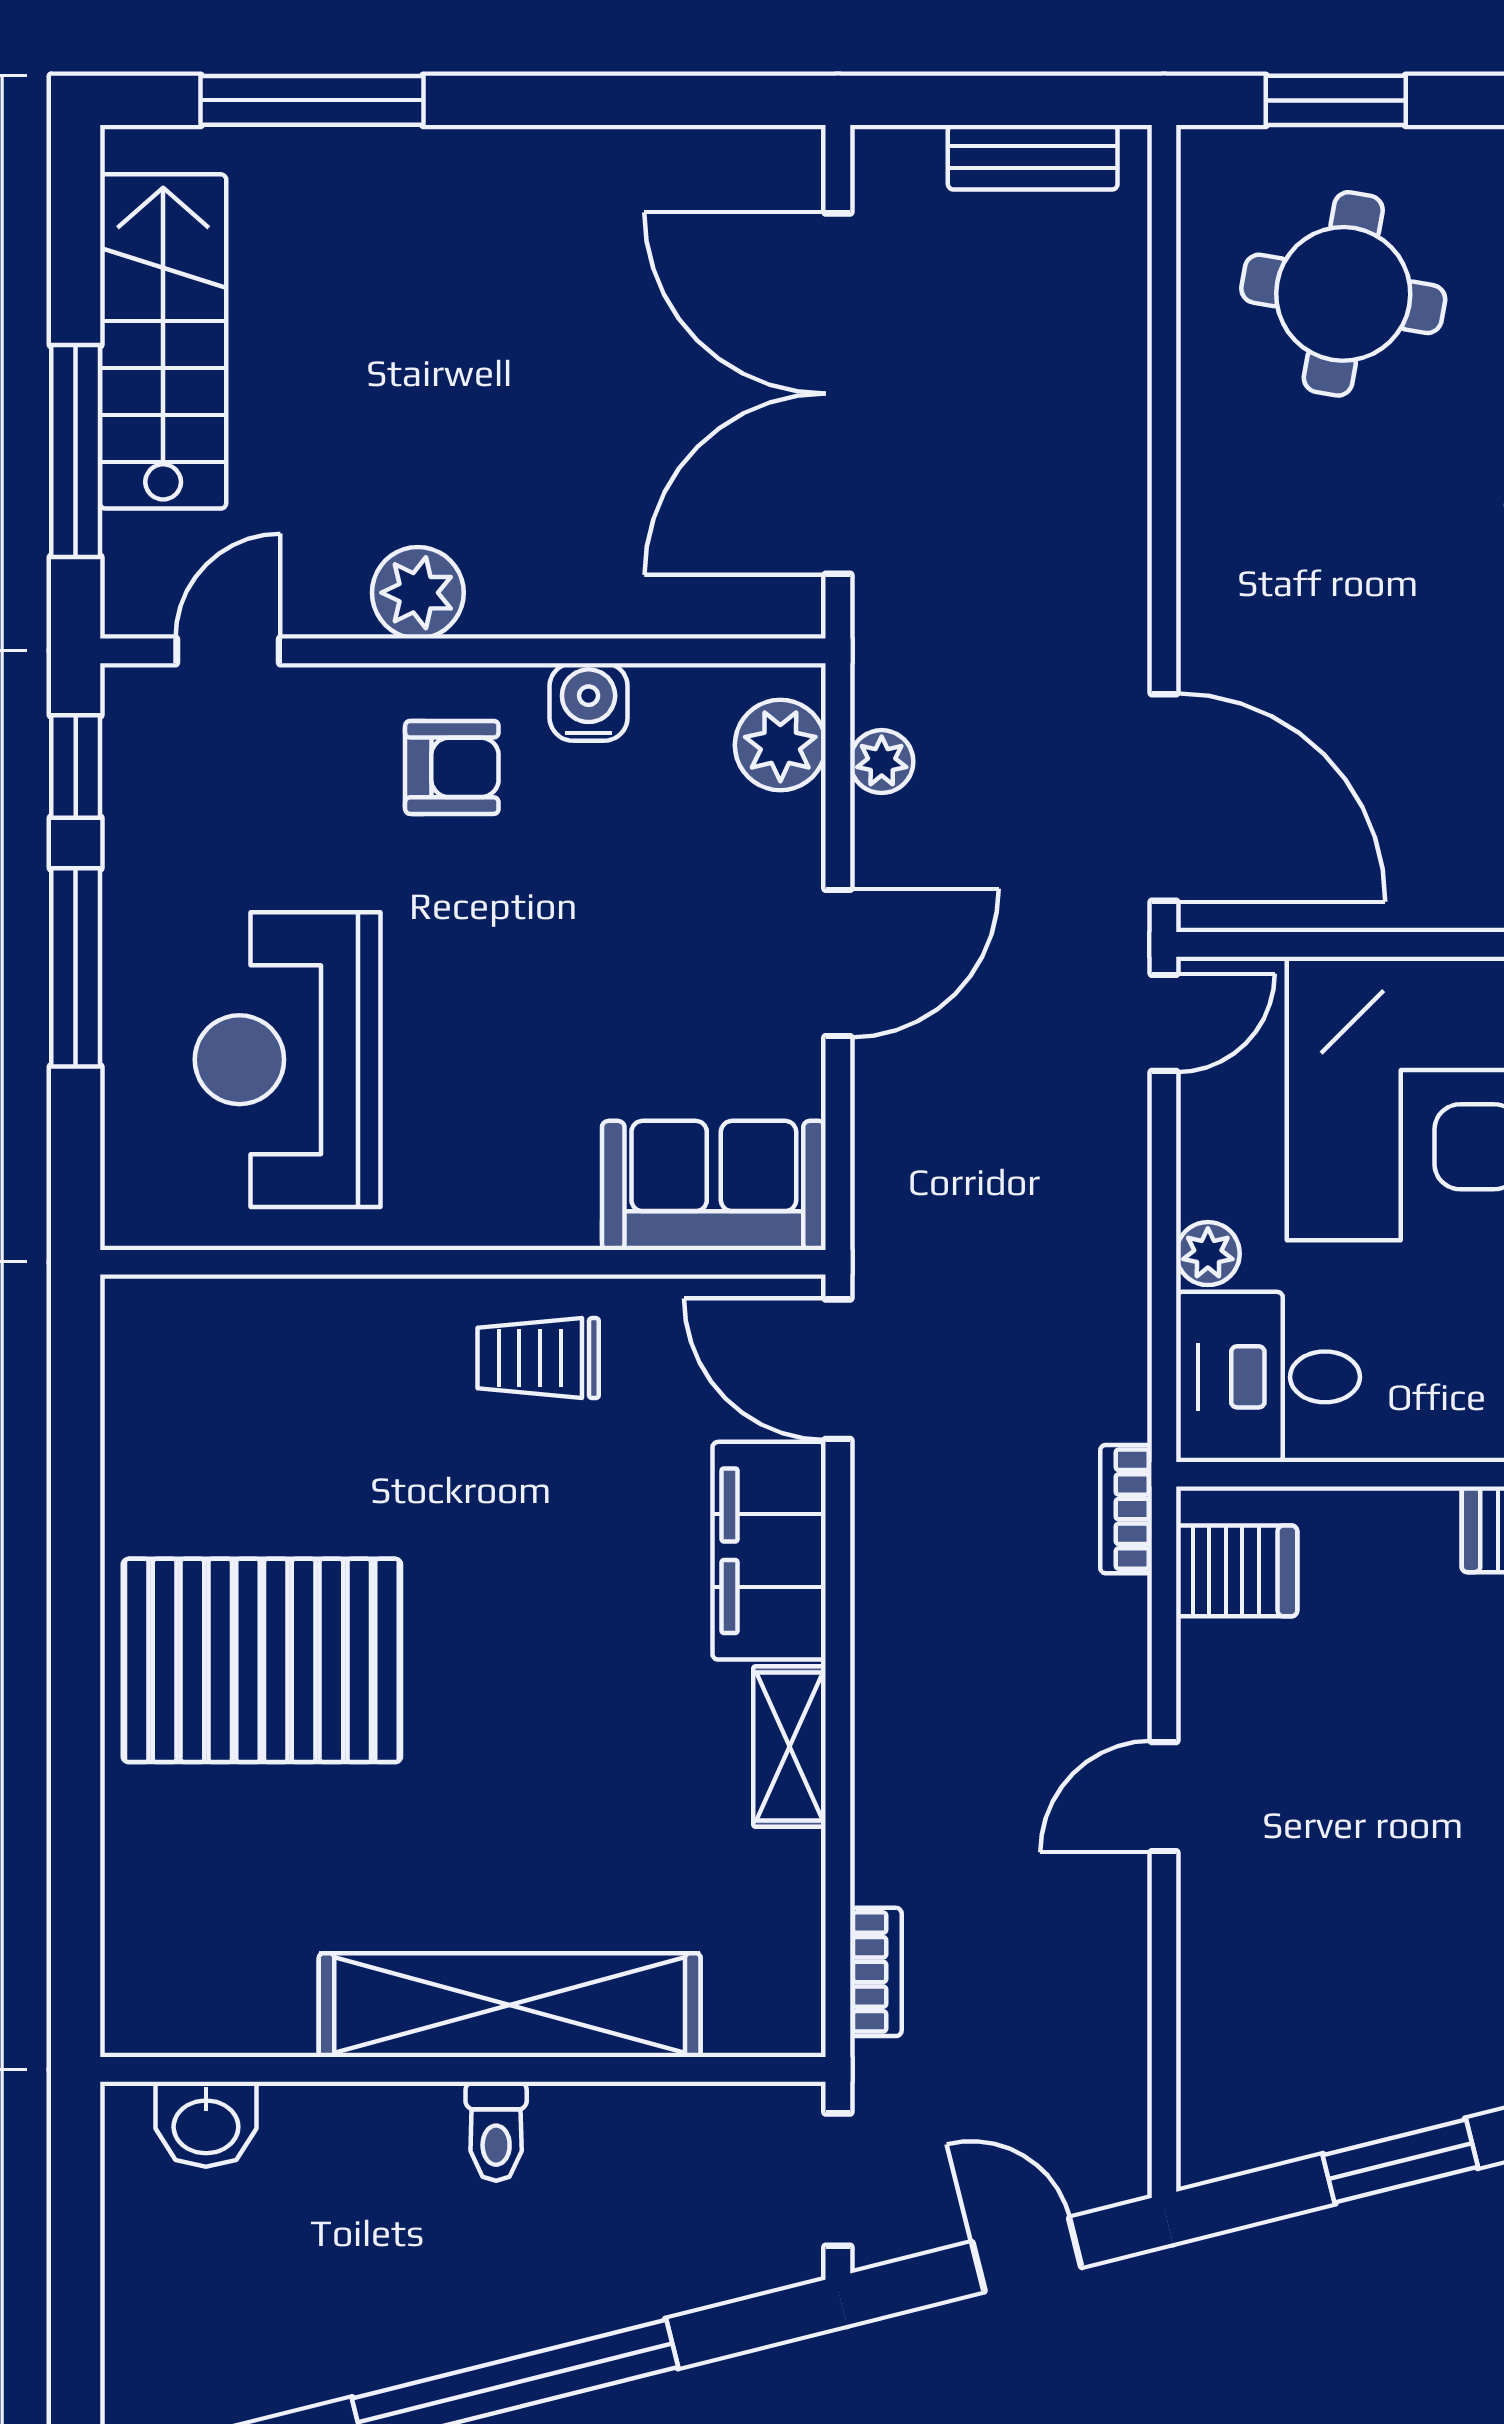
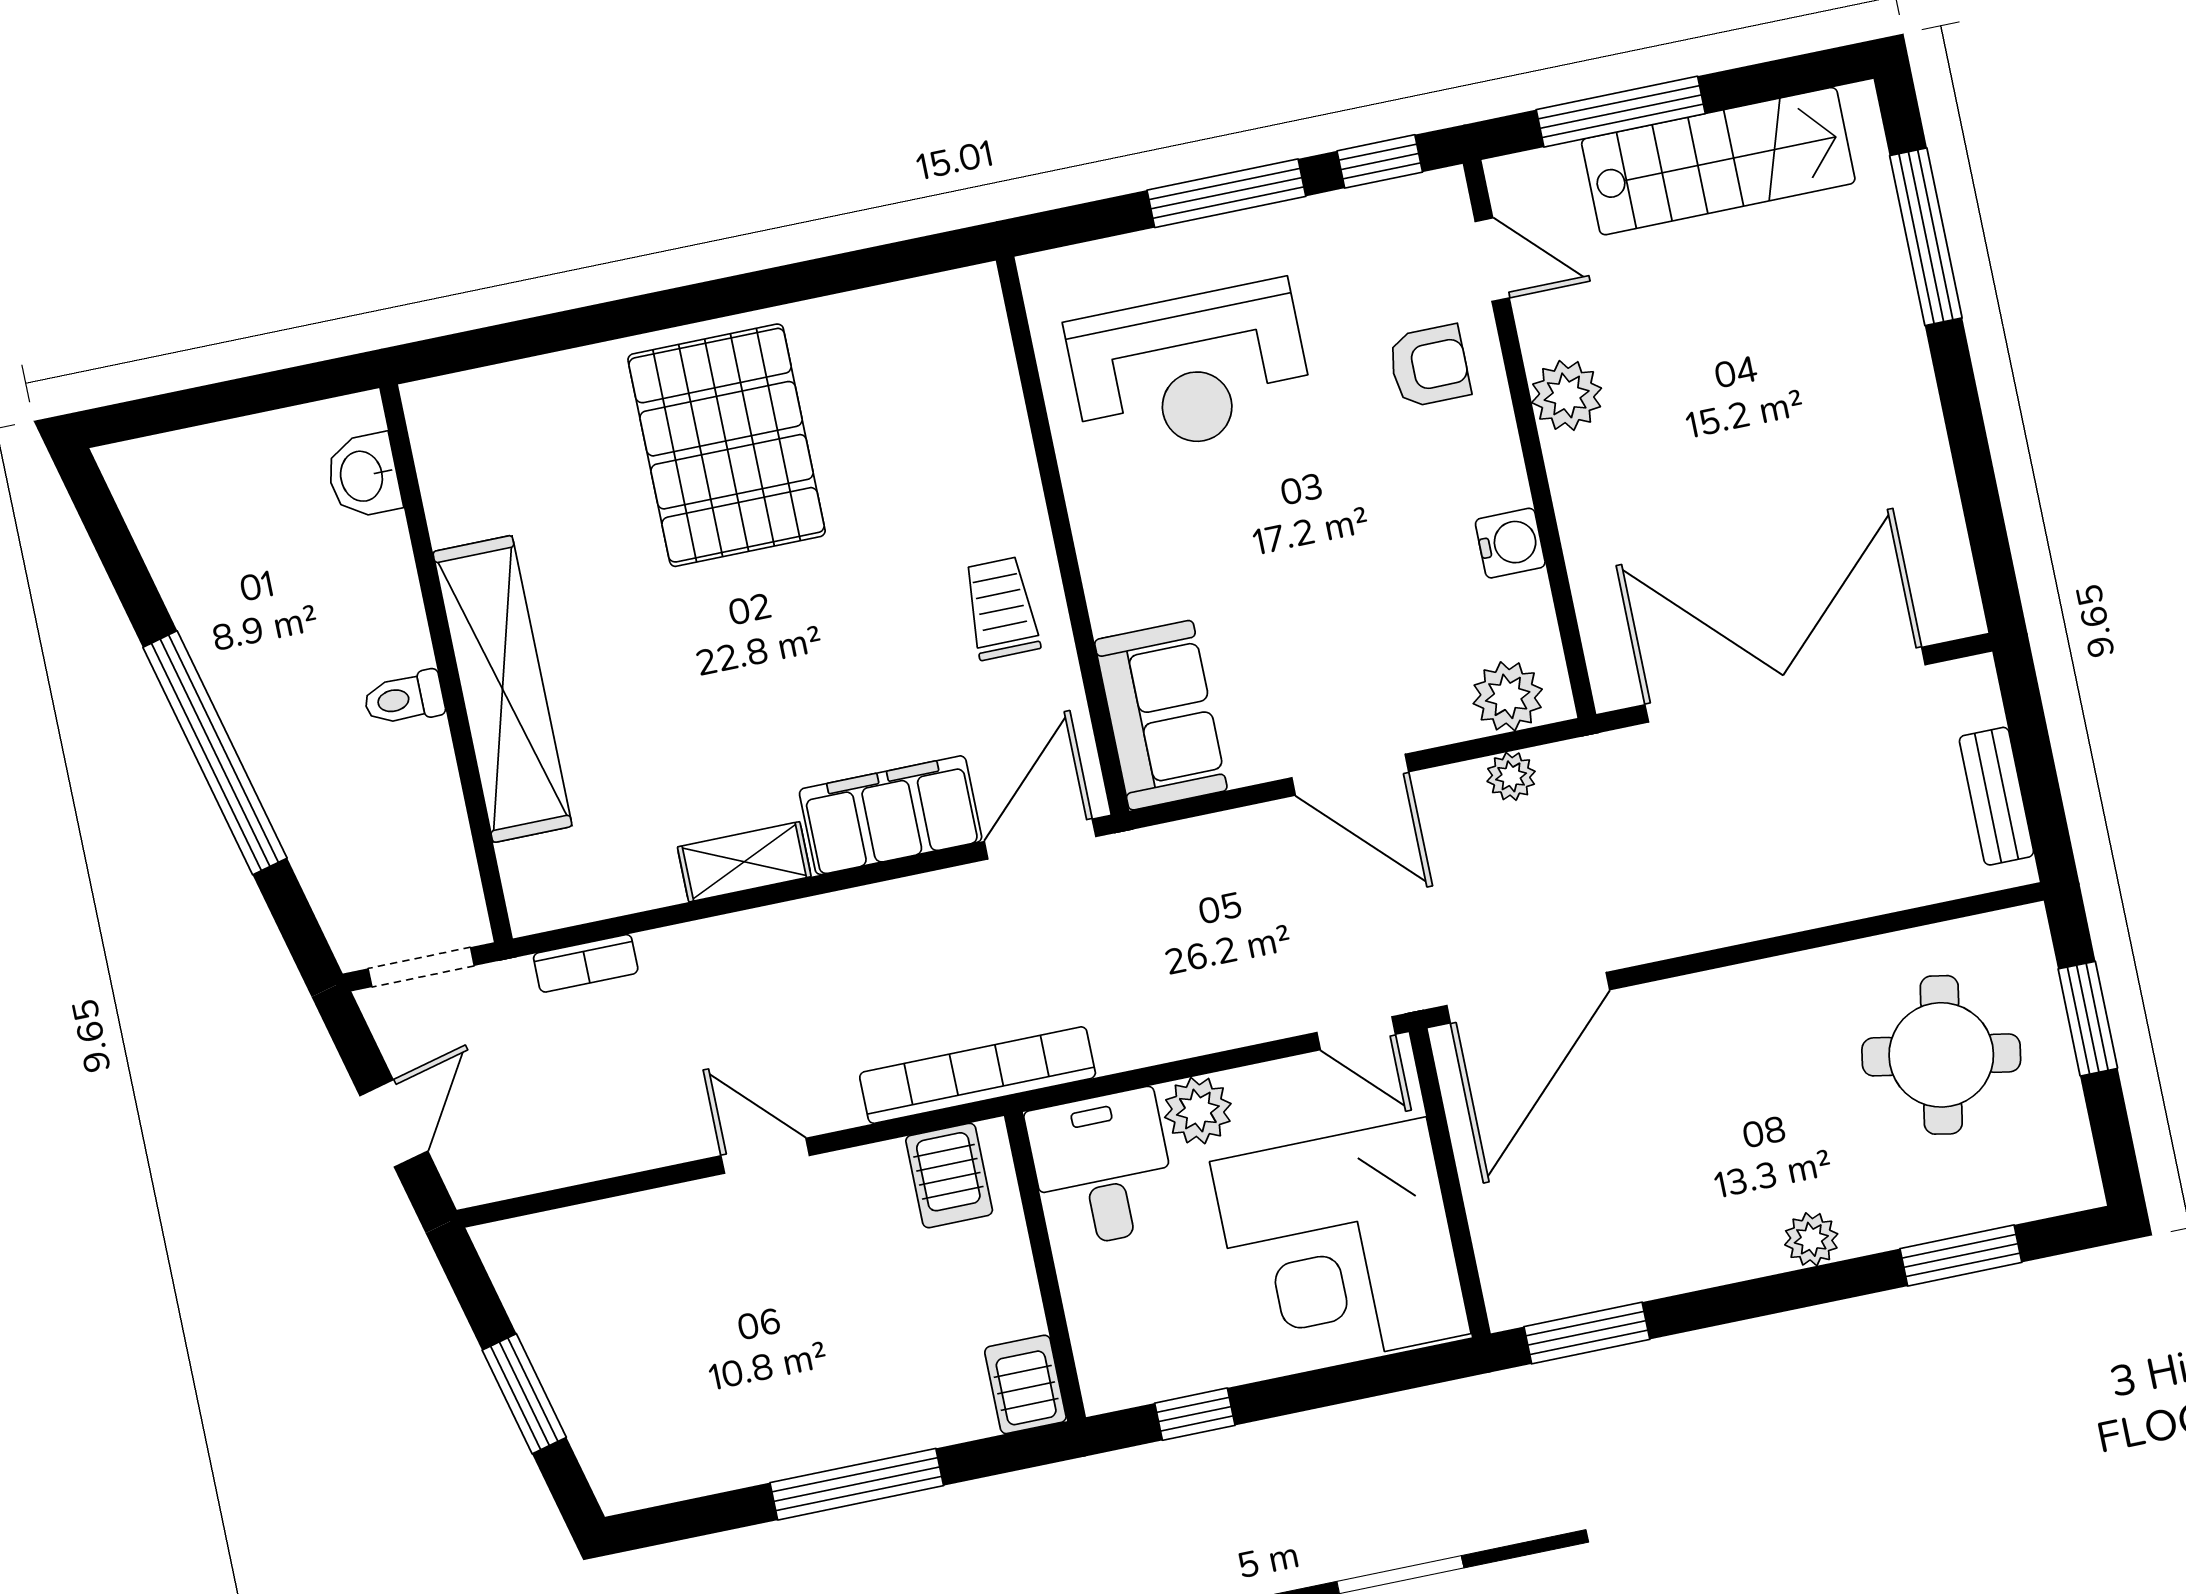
armchair: (452, 767) -> (1429, 366), moved, turned -90
reception desk: (288, 1060) -> (1189, 370), turned 180
plant: (1208, 1254) -> (1198, 1111), width x1.38, depth x1.38
bookcase: (1126, 1509) -> (978, 1075), width x2.31, depth x1.31

